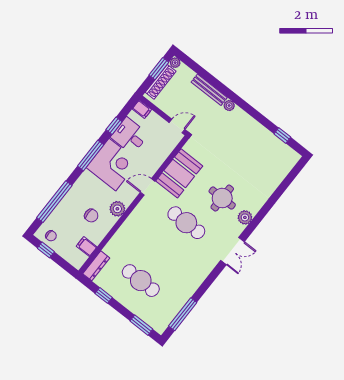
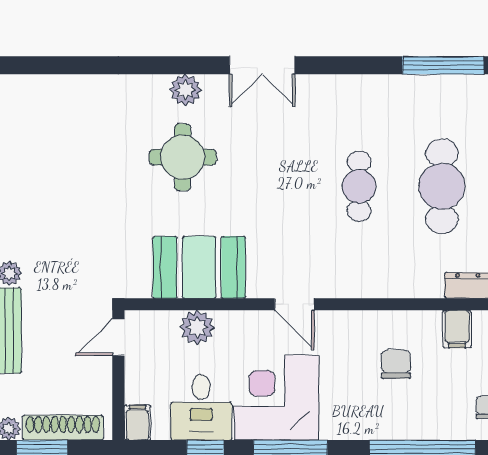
door: (177, 126) -> (118, 337), hinge flipped
door: (148, 187) -> (294, 304), moved
plant: (117, 209) -> (197, 327), moved
cafe table: (186, 223) -> (359, 186), moved, width x0.73, depth x0.74
double door: (232, 251) -> (262, 65), swing flipped

